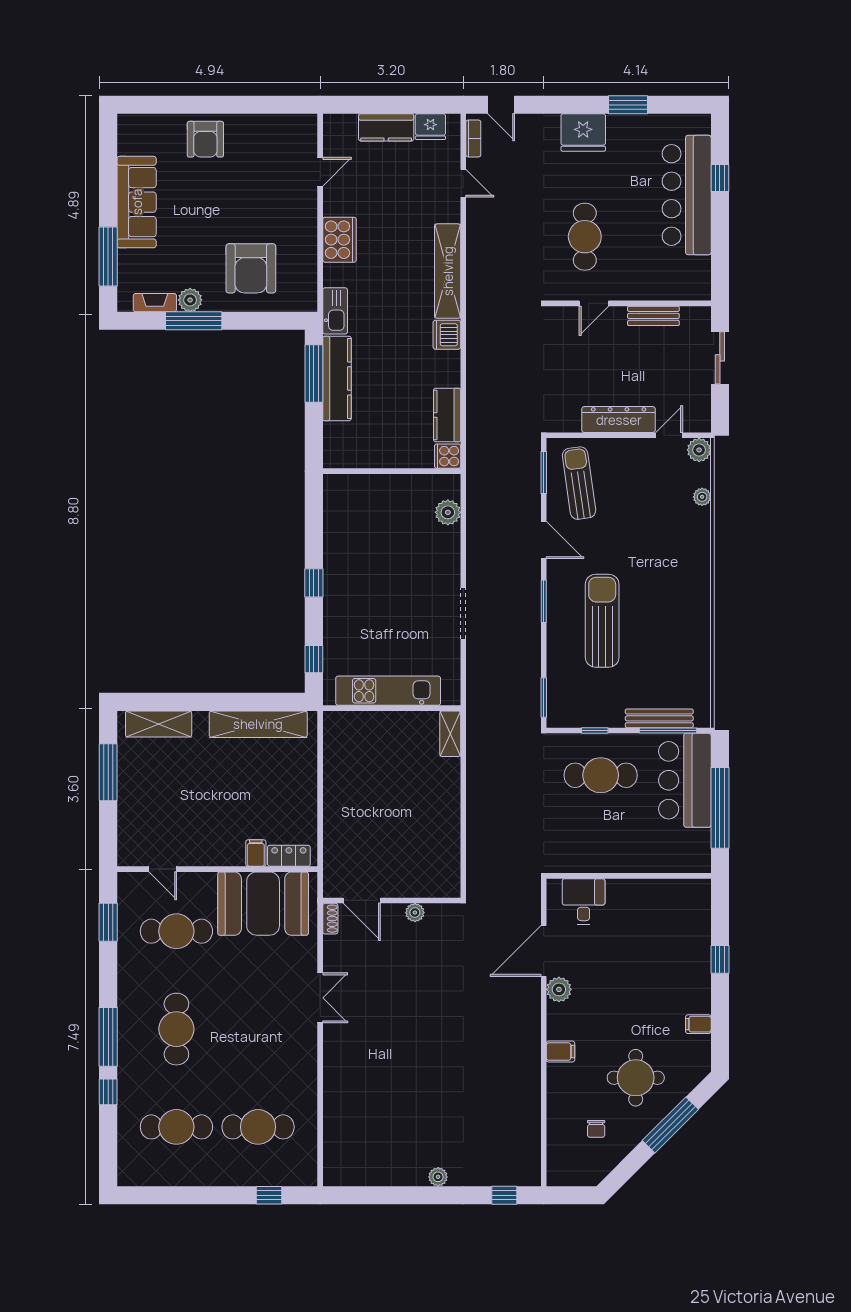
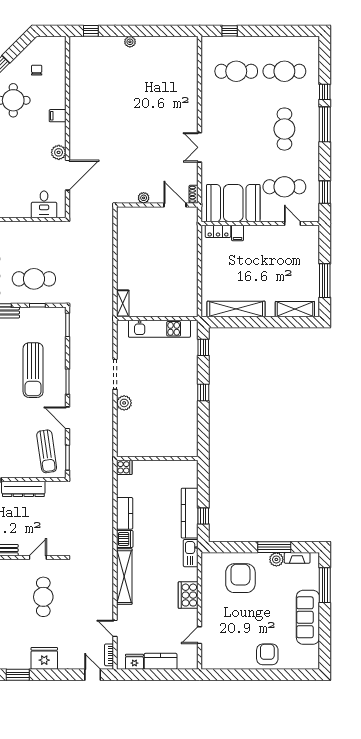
window: (314, 374) -> (203, 516), width x0.46
kitchen counter: (447, 415) -> (125, 513), moved
plant: (448, 512) -> (124, 403), moved

